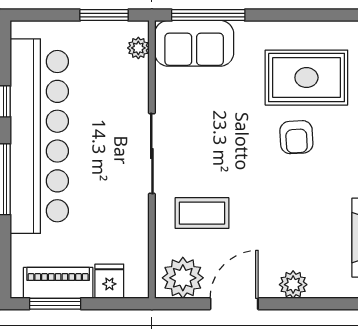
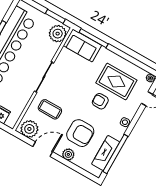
plant: (138, 48) -> (58, 34), width x1.88, depth x1.88
armchair: (296, 137) -> (100, 101), turned 93
armchair: (293, 226) -> (80, 133), added

